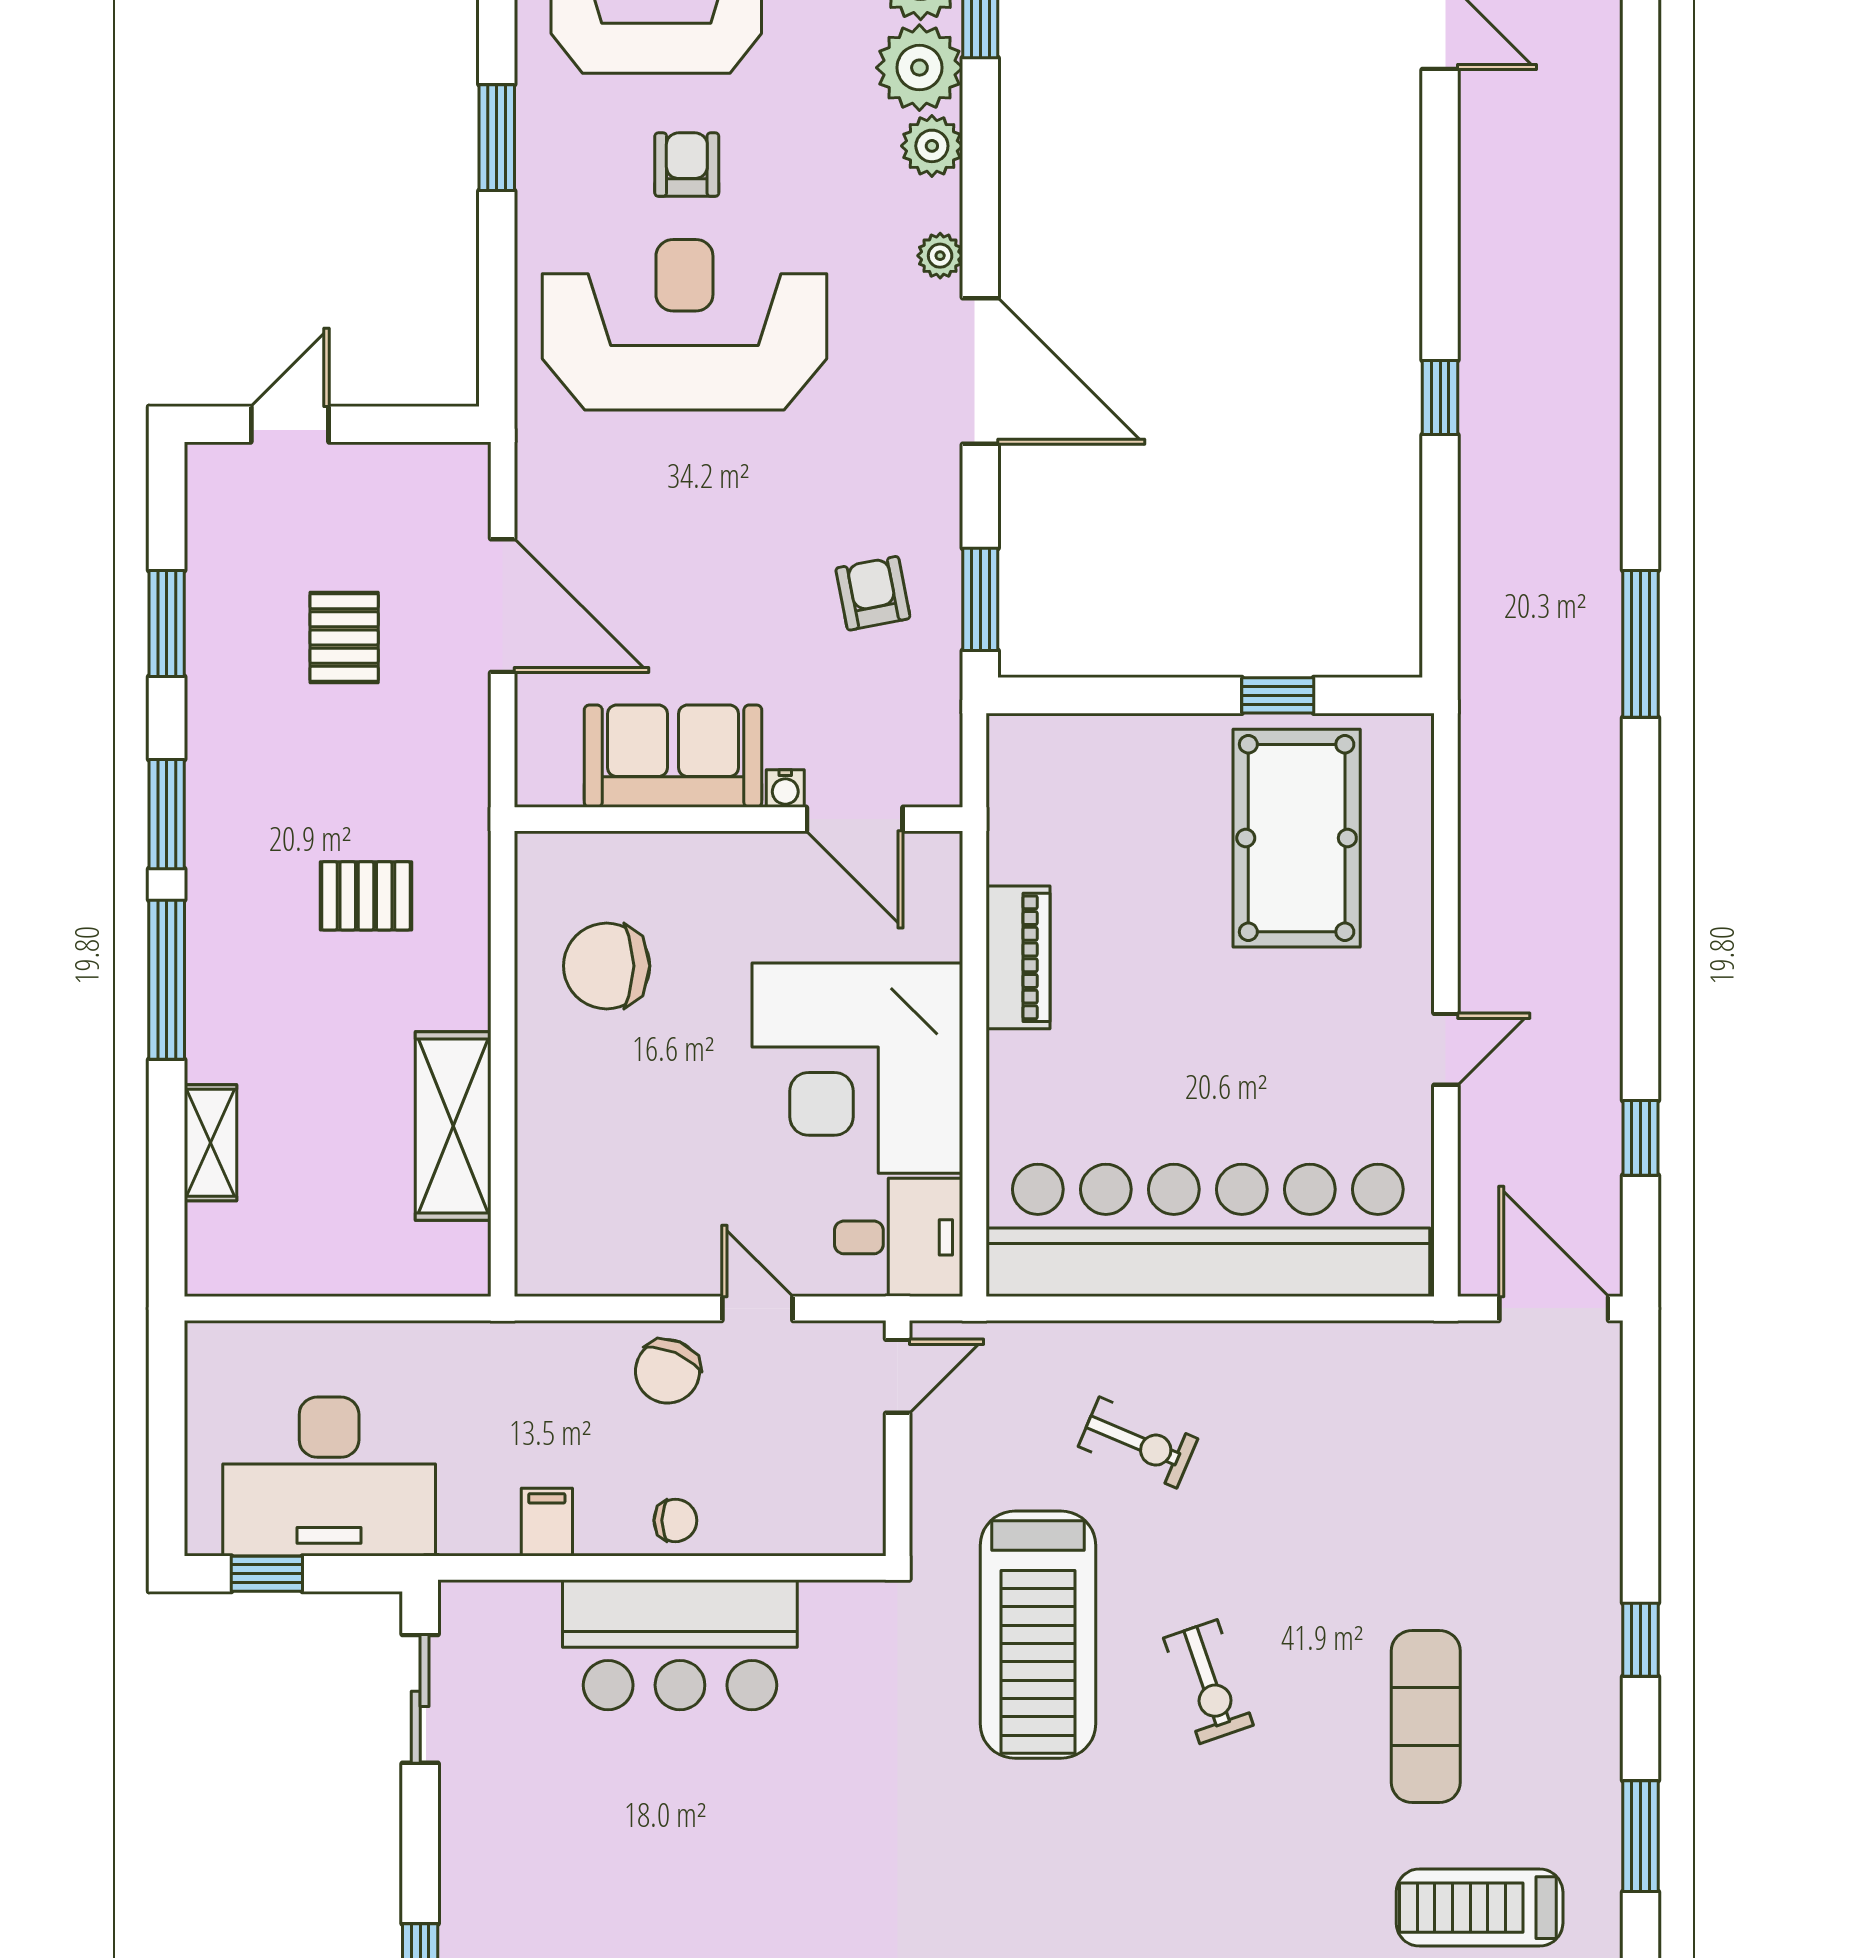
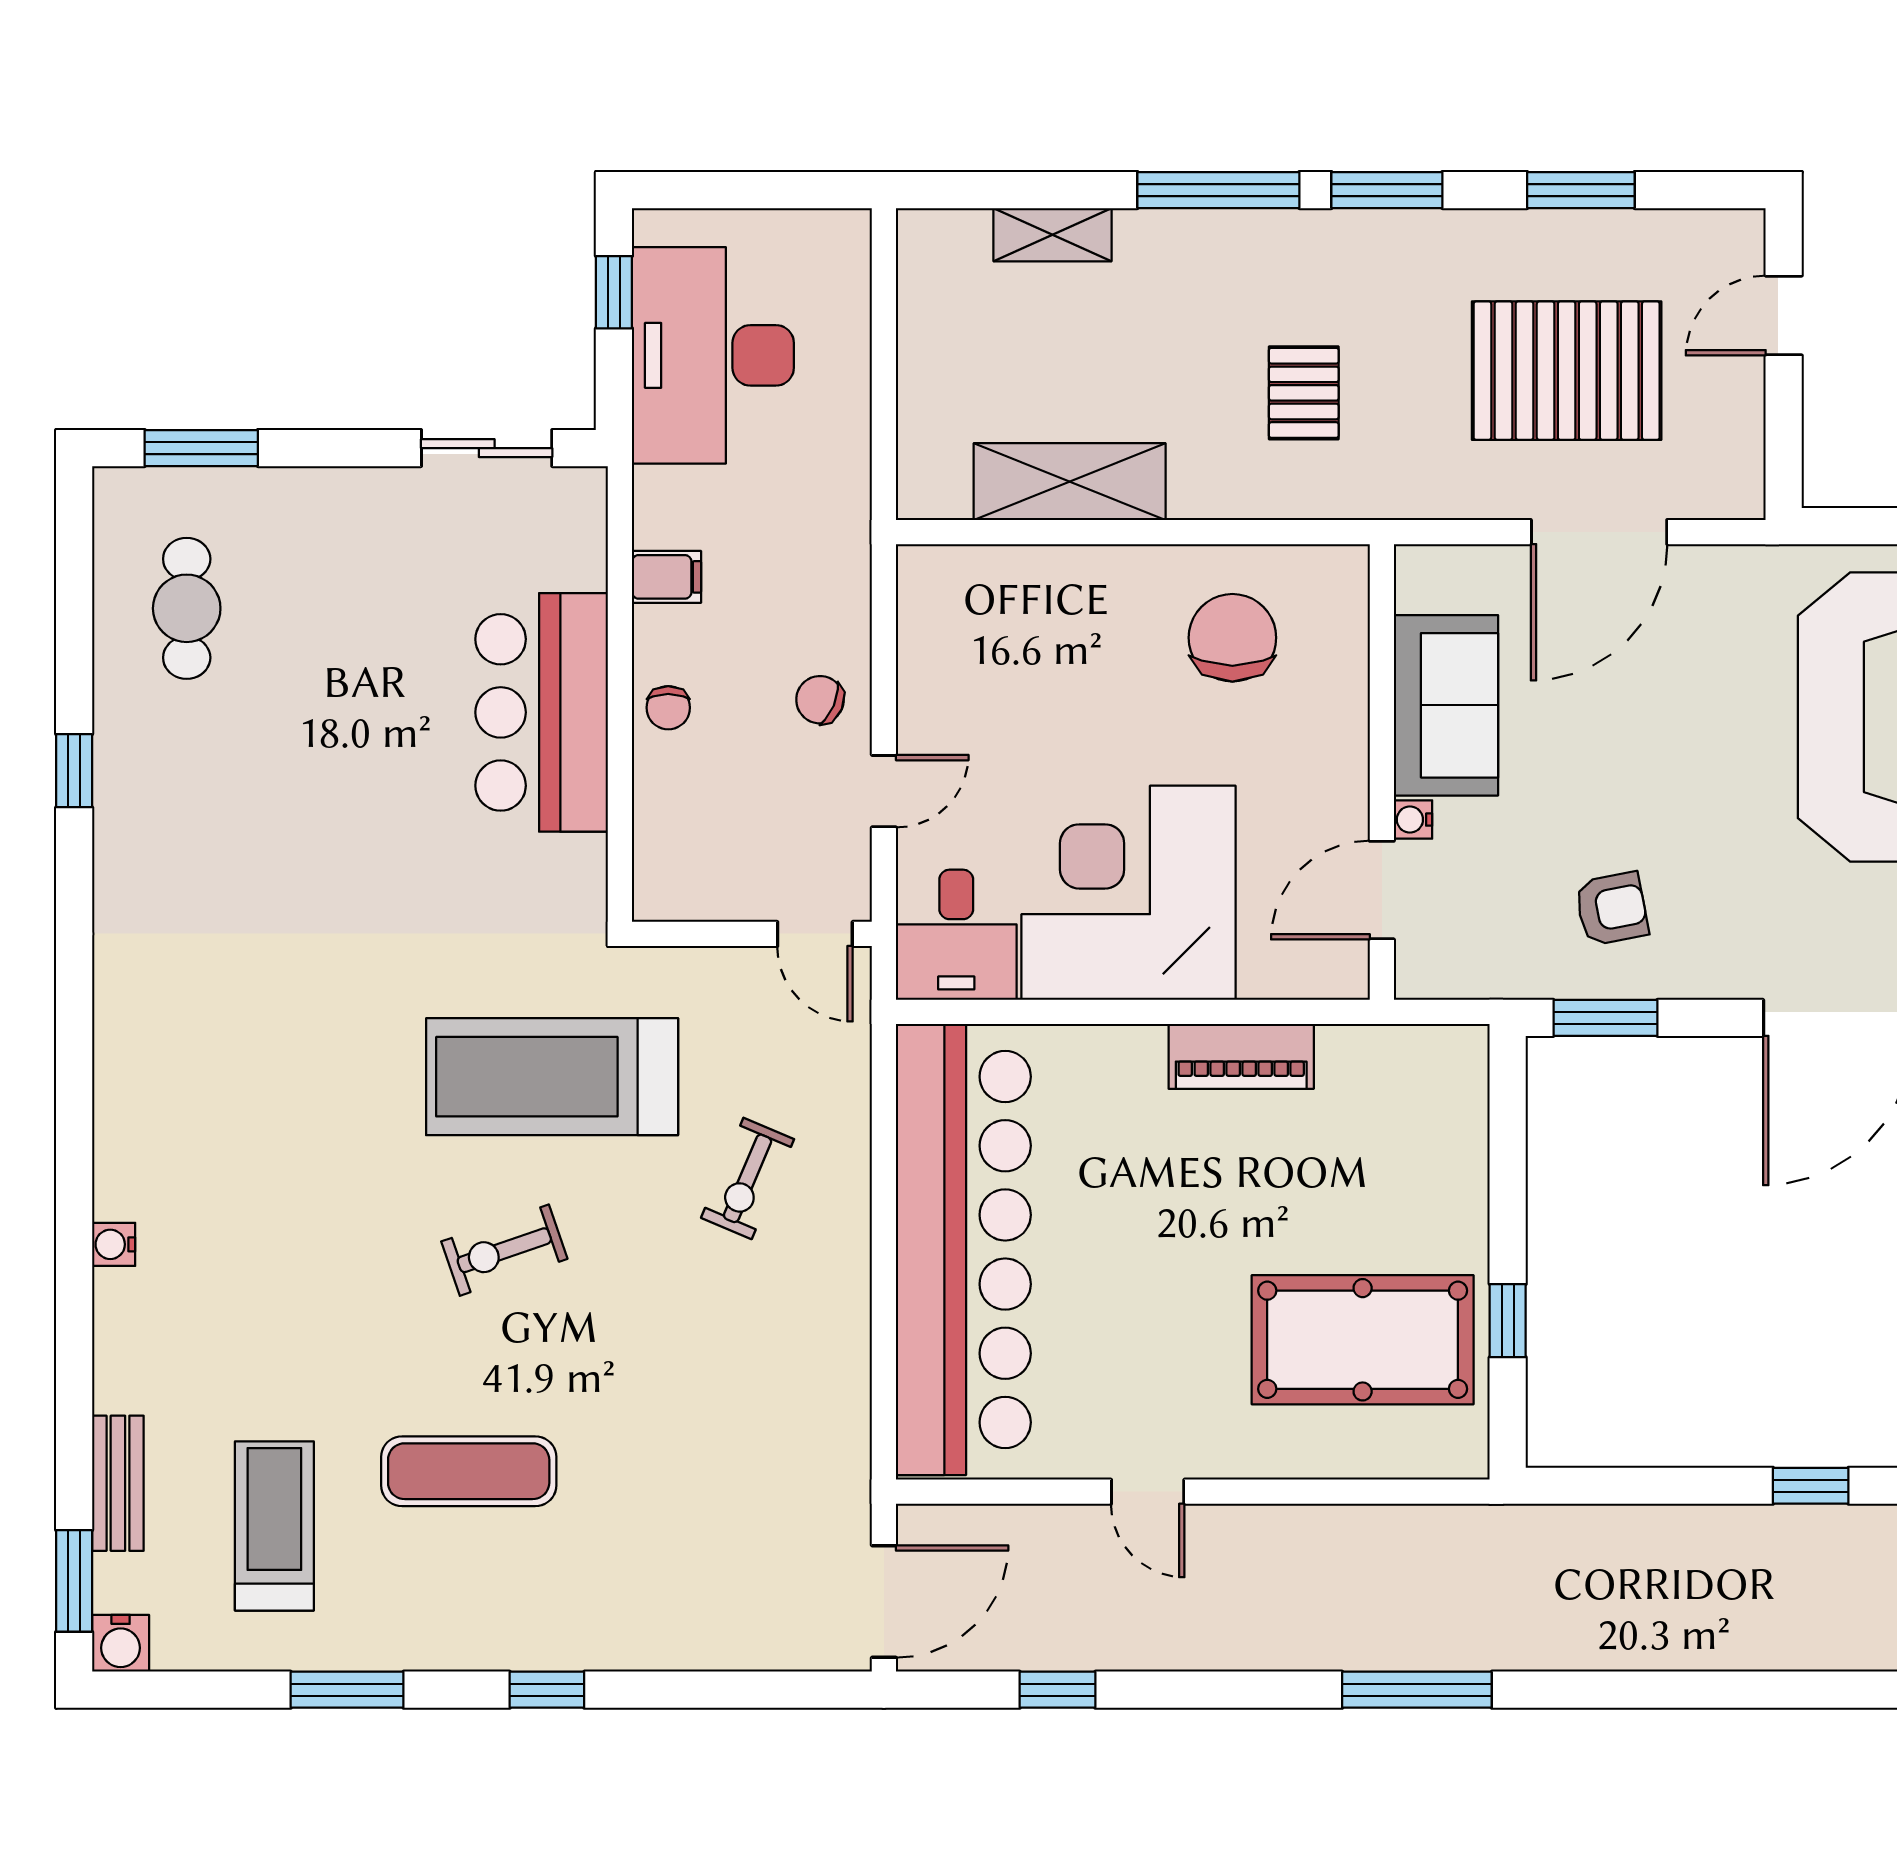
door: (290, 424) -> (1784, 316), swing flipped
pallet: (344, 637) -> (1567, 371), width x2.05, depth x2.00
window: (1640, 644) -> (1417, 1690), moved
chair: (668, 1371) -> (820, 700), width x0.73, depth x0.73

